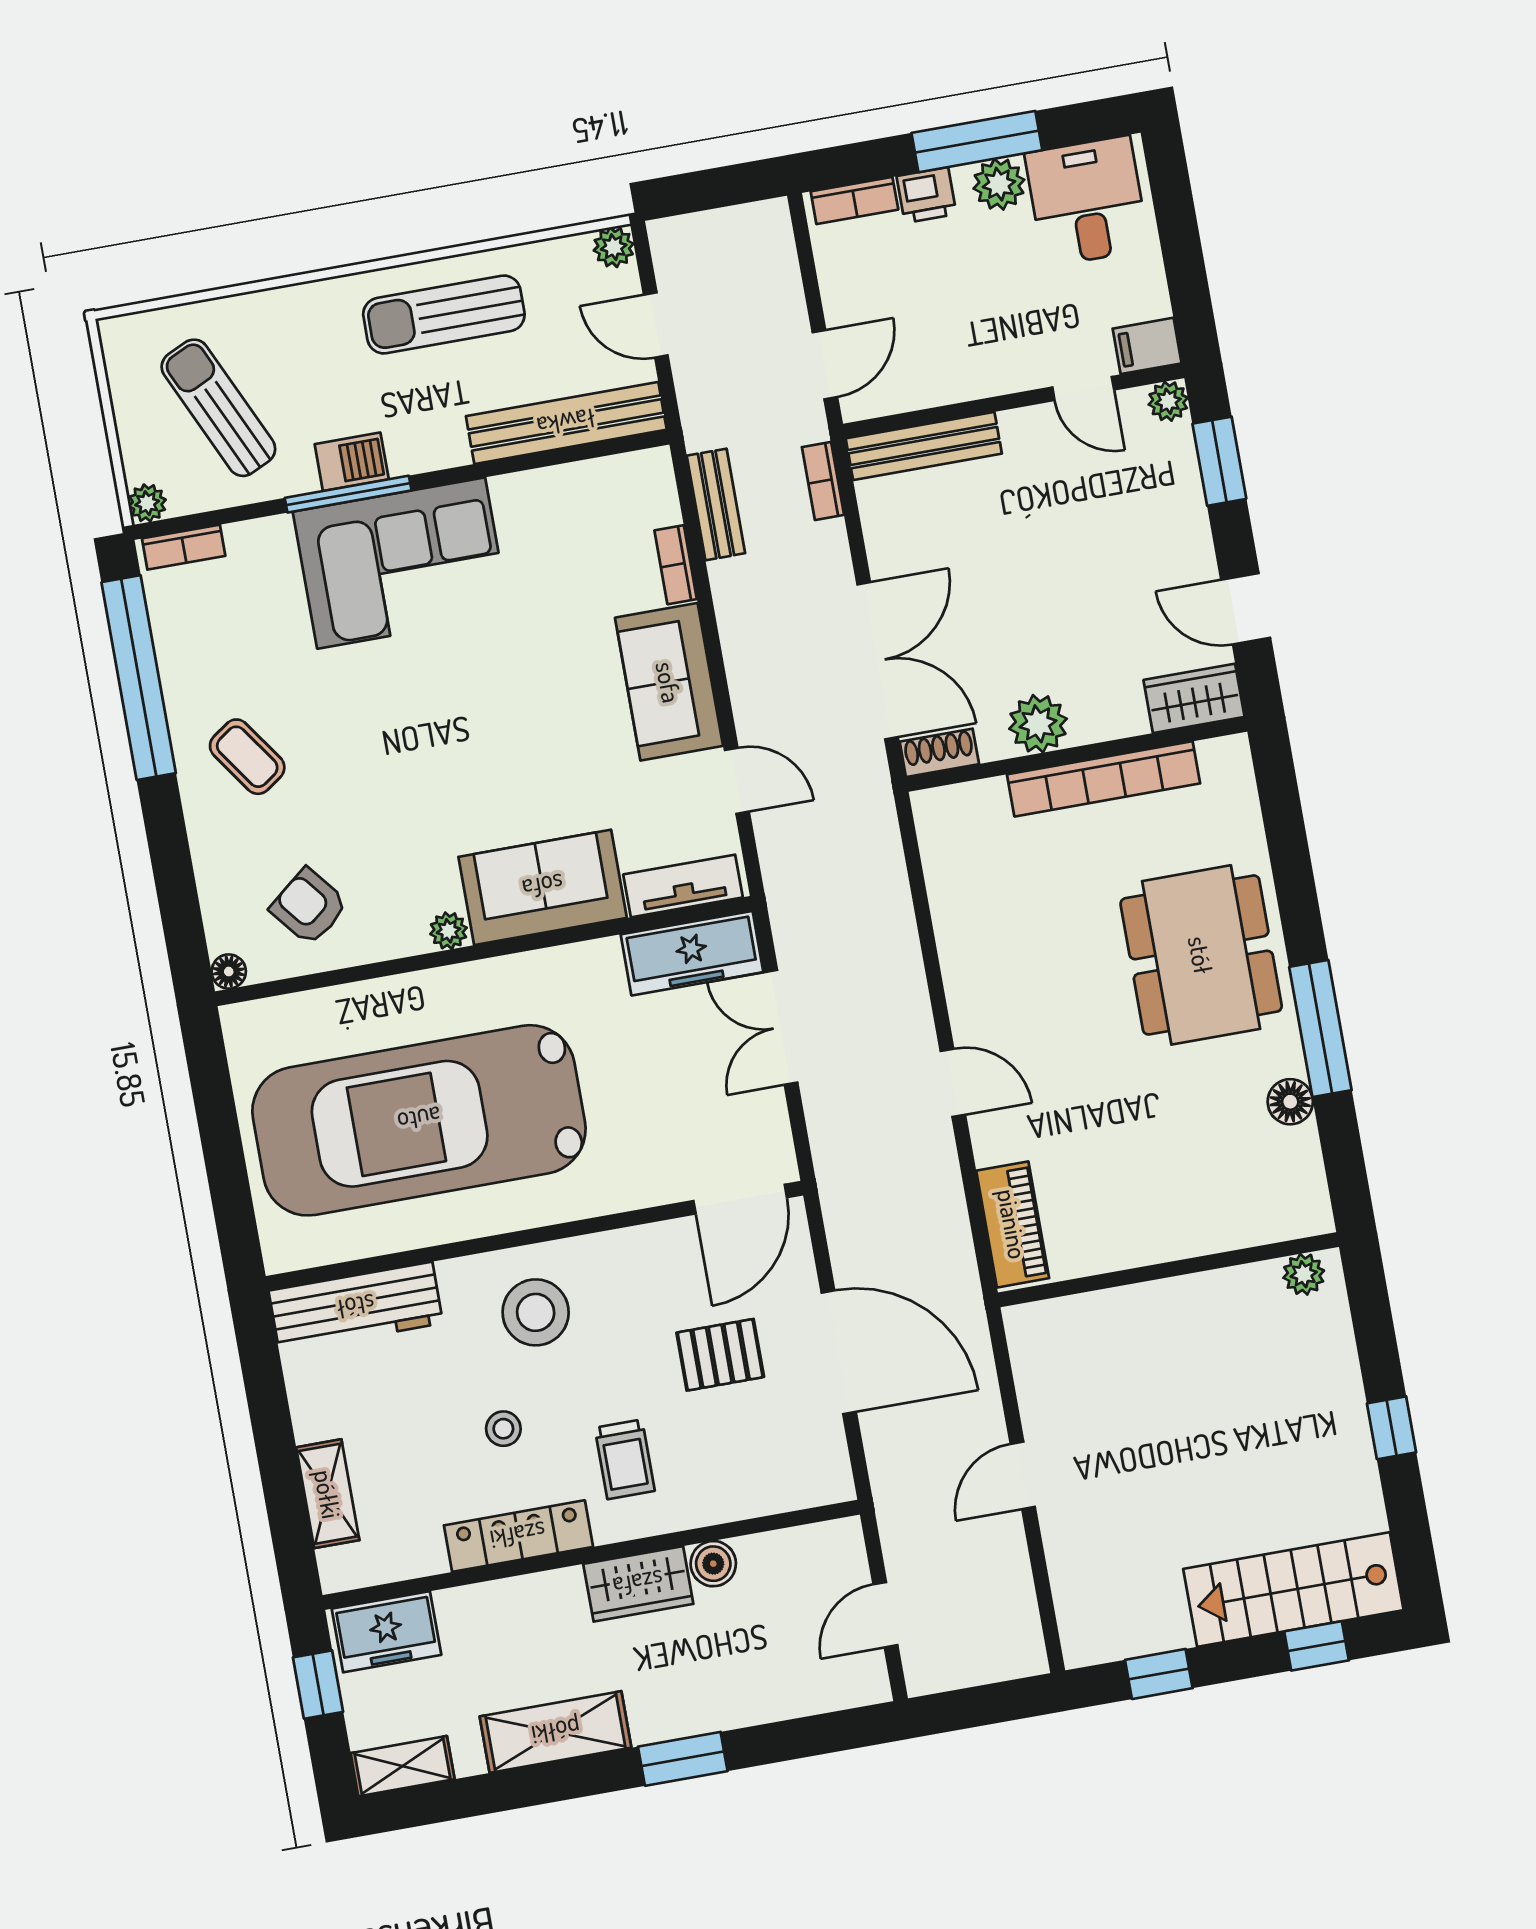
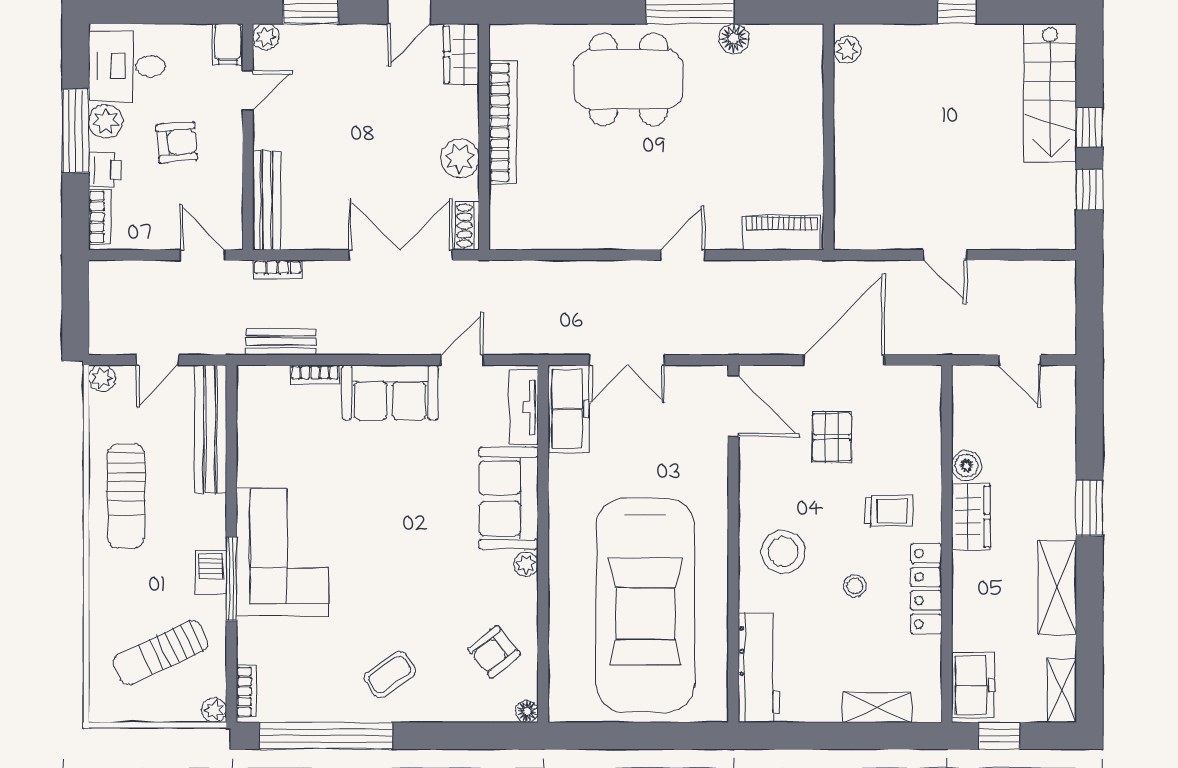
armchair: (986, 296) -> (177, 142), added
window: (1317, 1646) -> (1089, 127), moved

